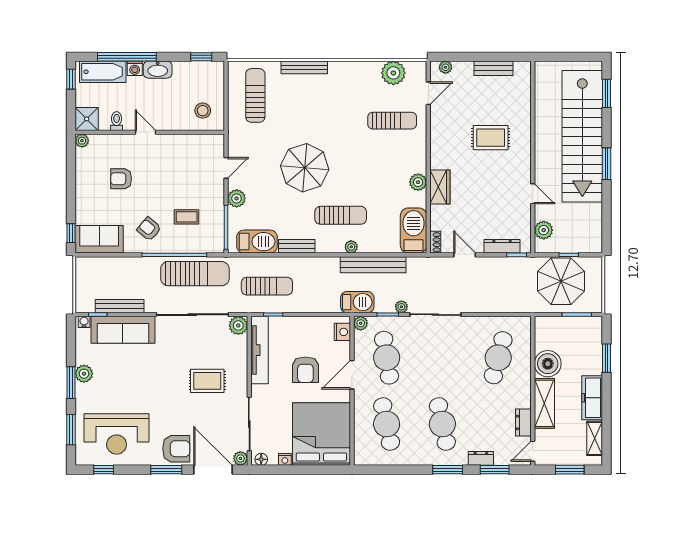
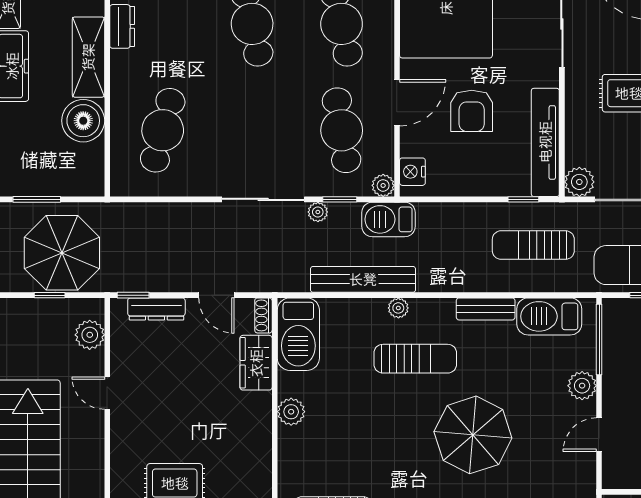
wardrobe: (440, 187) -> (256, 363), moved
sun lounger: (341, 215) -> (415, 359), turned 180
armchair: (305, 370) -> (472, 111), turned 180

